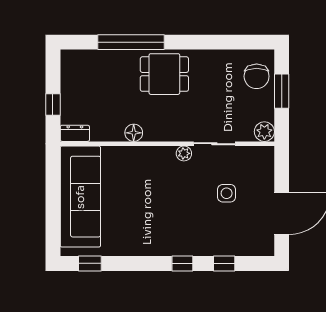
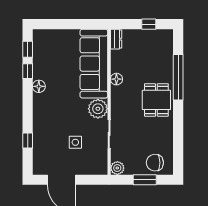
window: (53, 105) -> (149, 24), moved
plant: (184, 153) -> (98, 109), width x1.88, depth x1.88
sofa: (80, 197) -> (94, 64), moved, turned 90
floor lamp: (144, 247) -> (39, 86), added
window: (182, 263) -> (28, 71), moved

